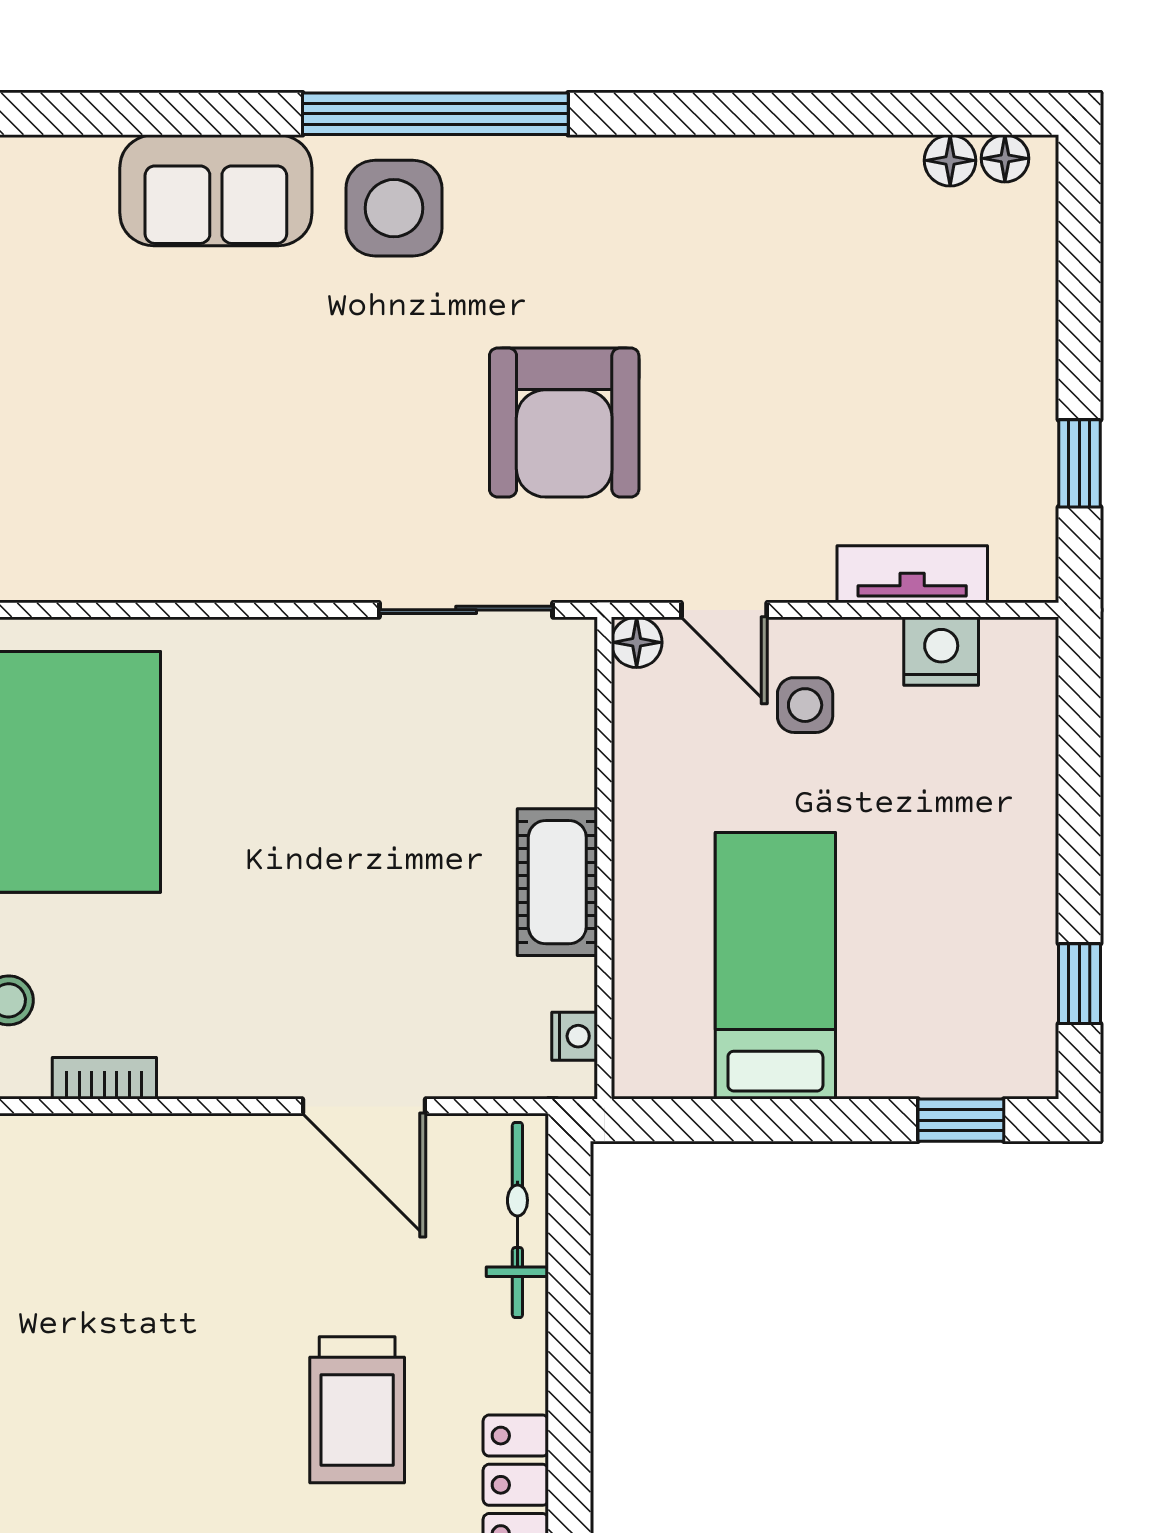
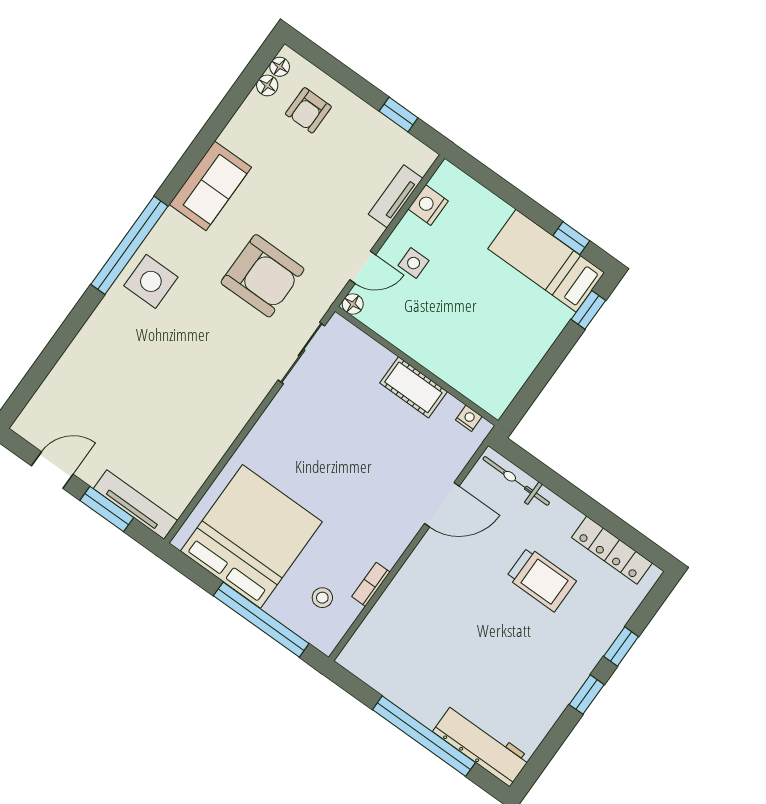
sofa: (216, 190) -> (210, 186), moved
armchair: (959, 278) -> (308, 110), added
bed: (775, 966) -> (546, 261), moved

